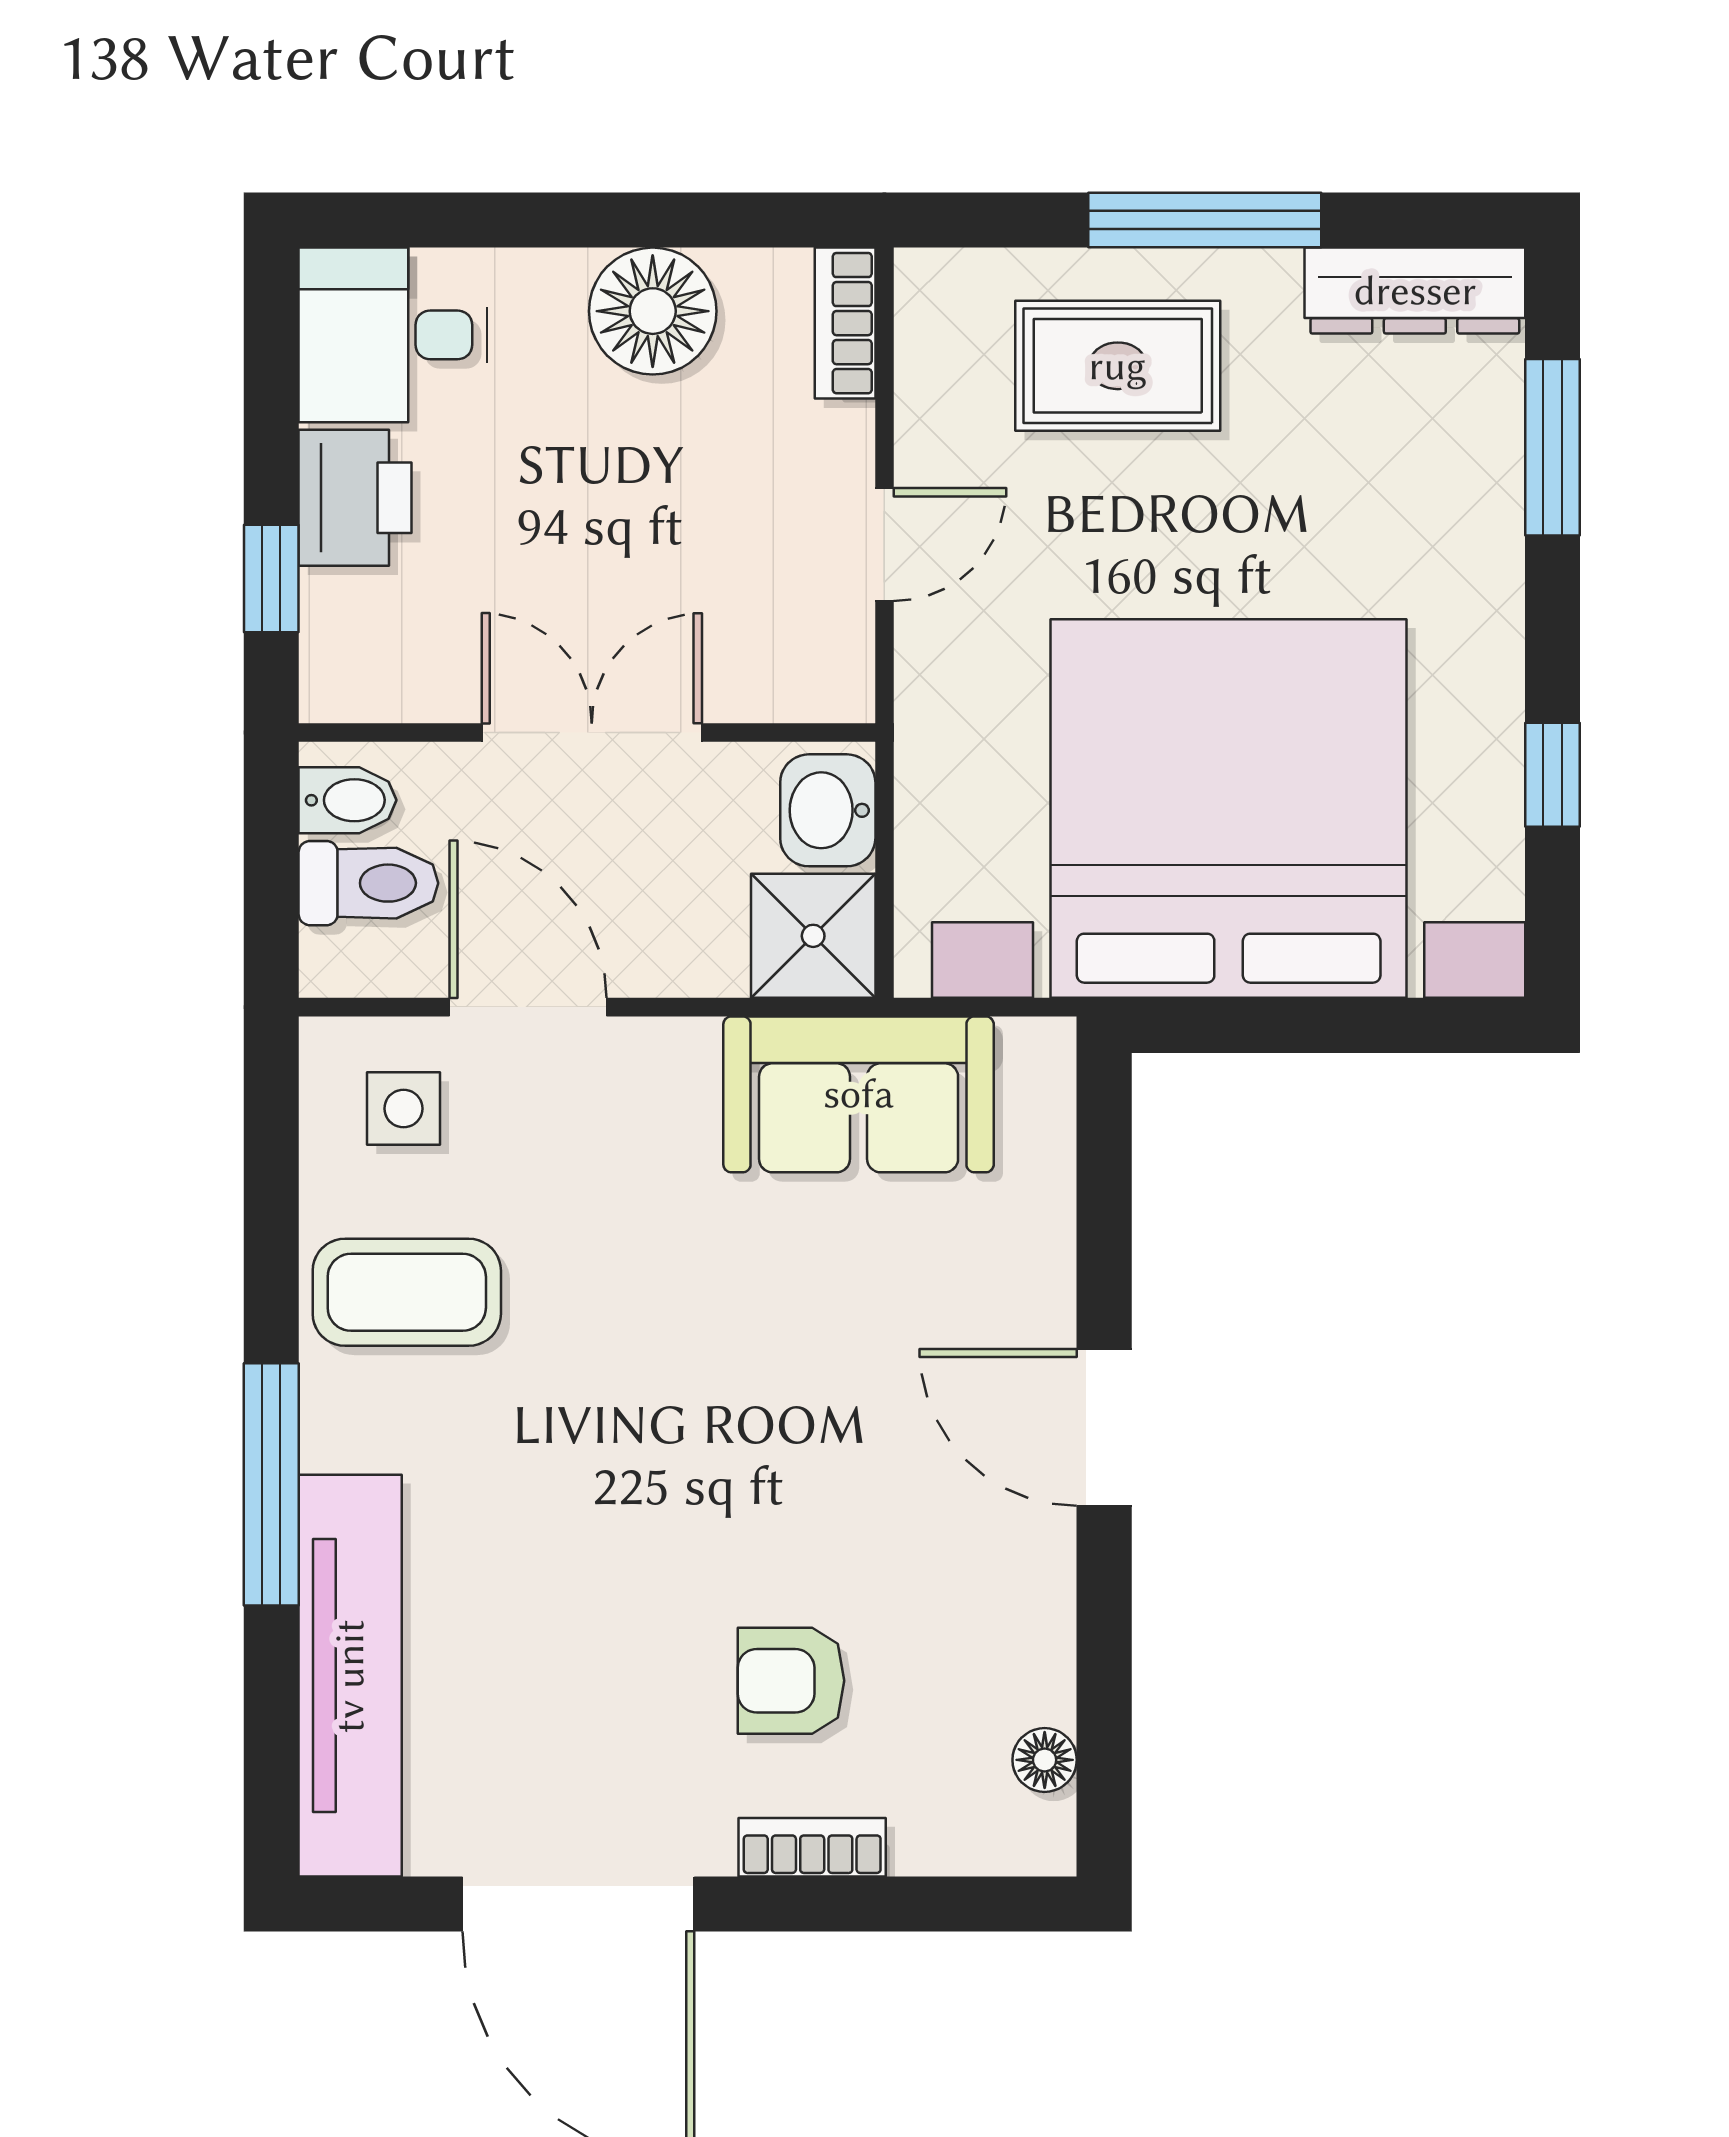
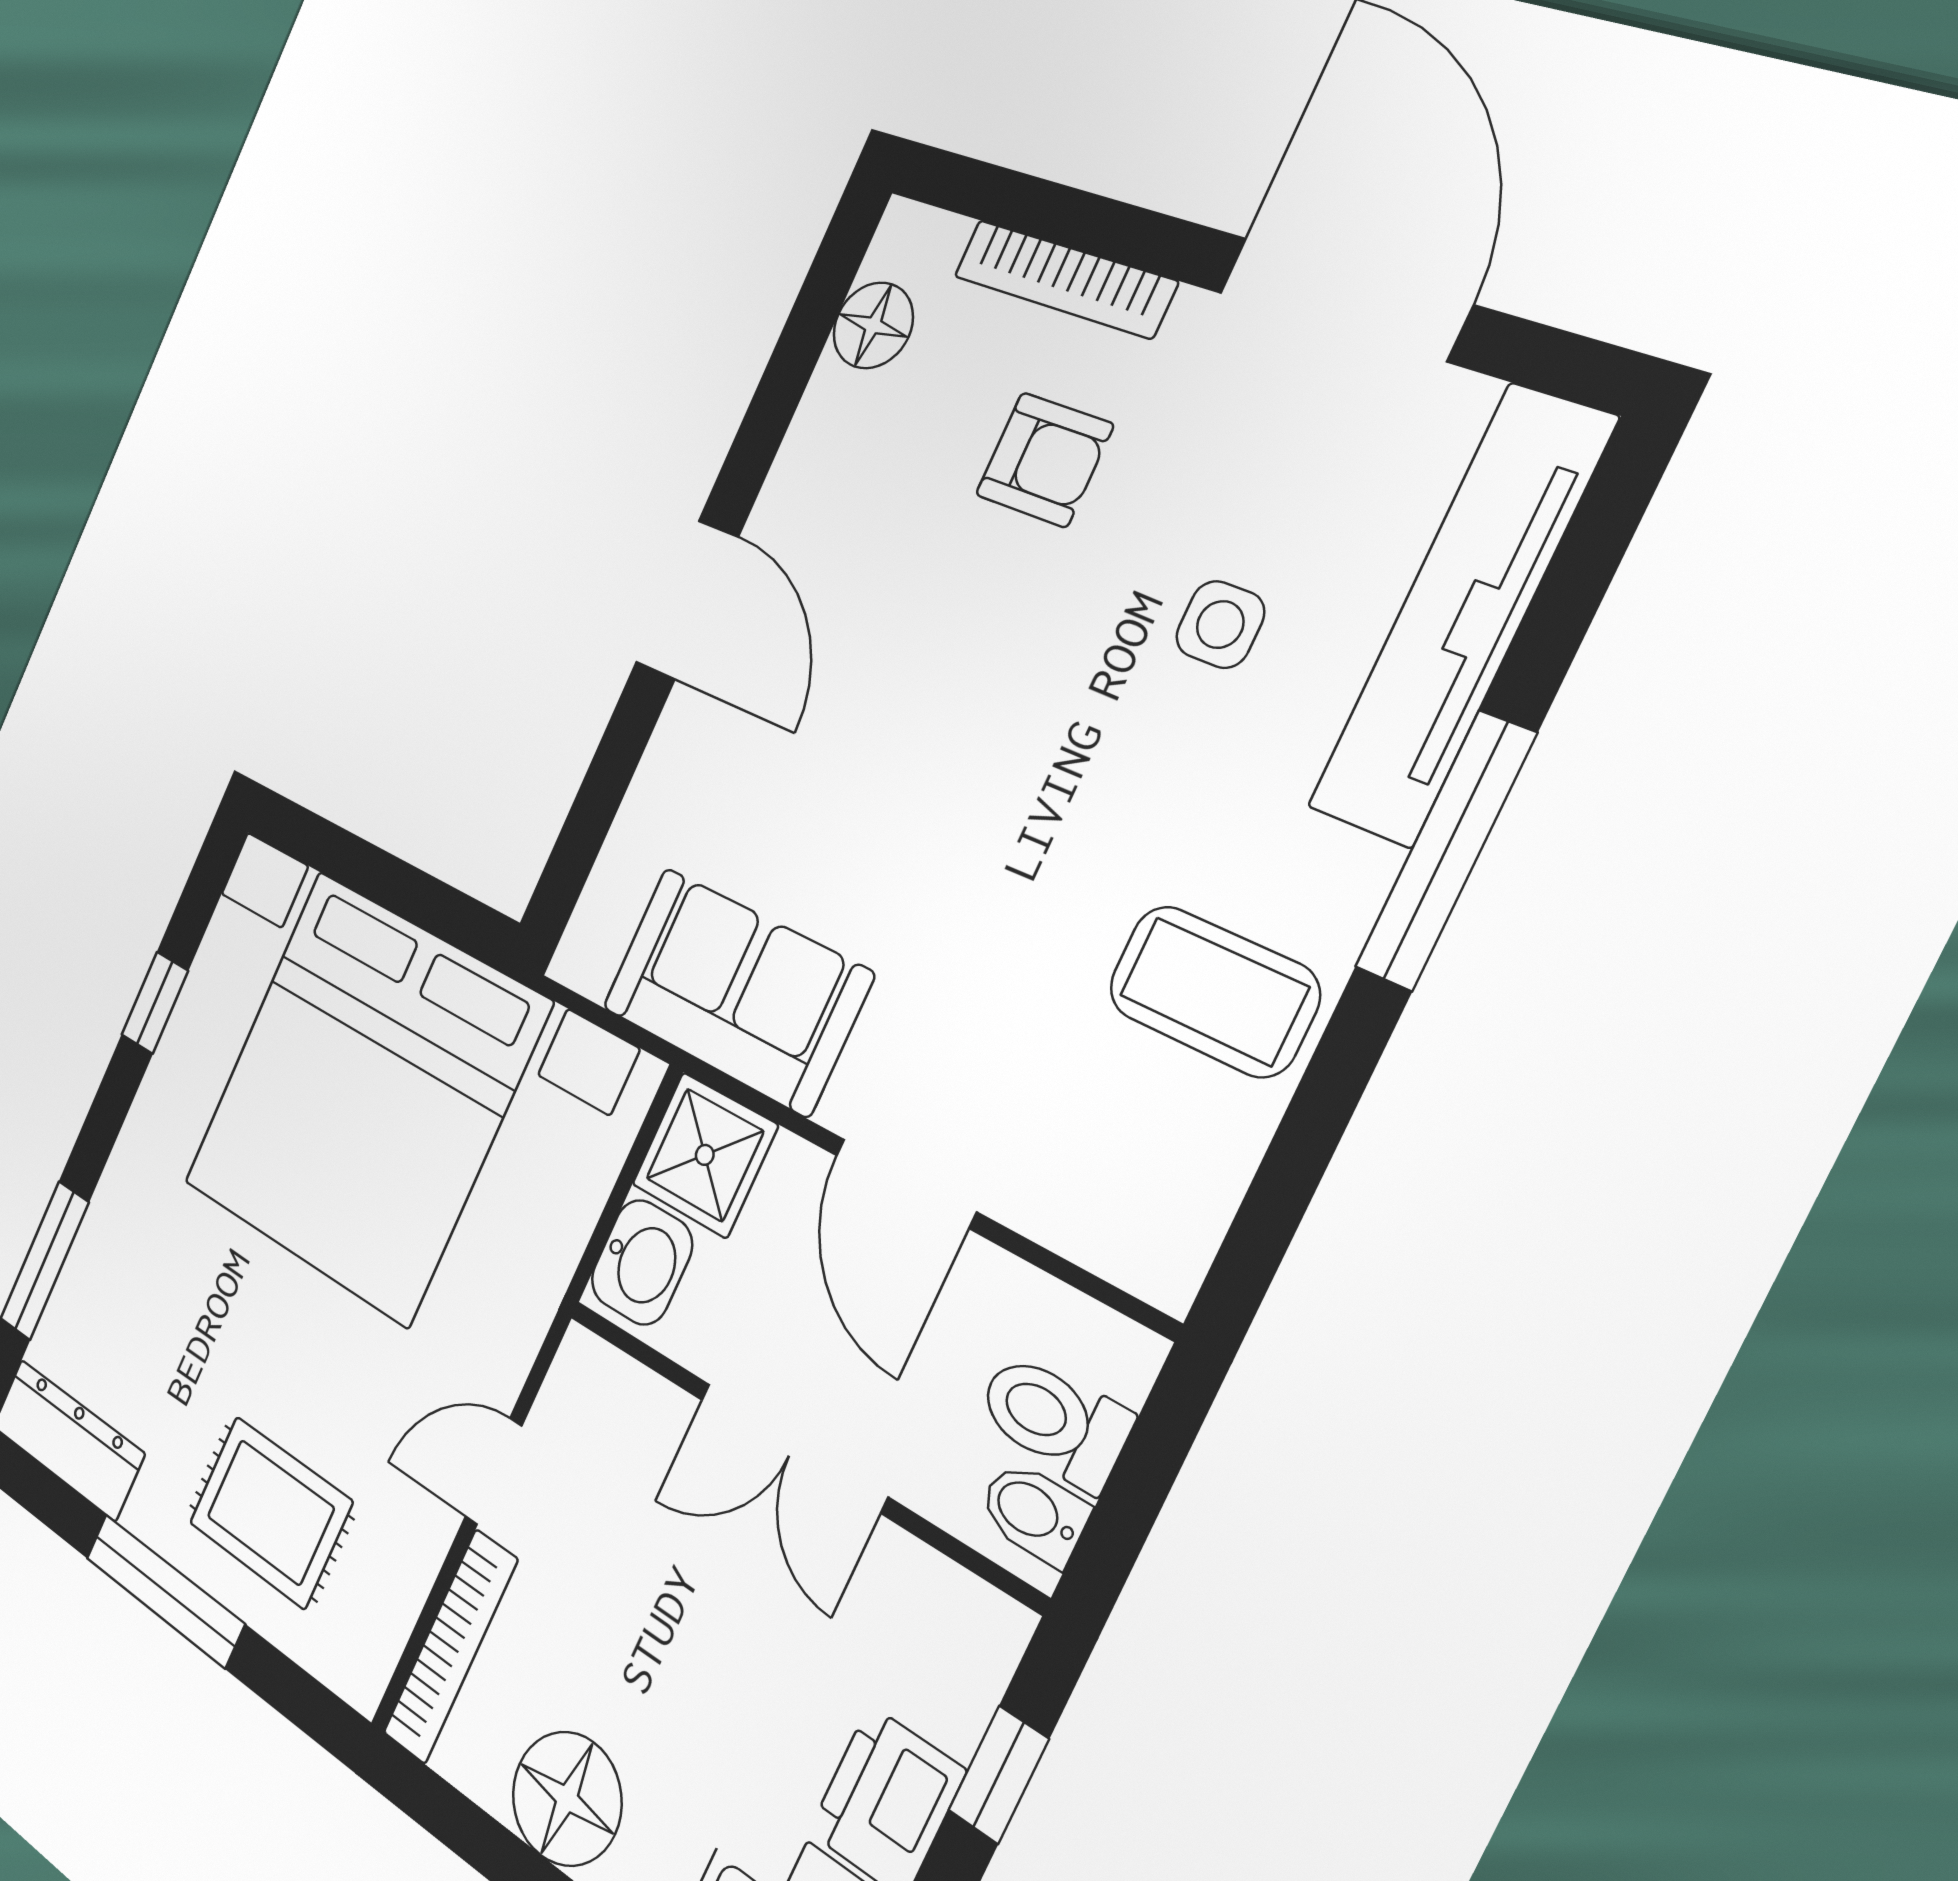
bookcase: (845, 323) -> (450, 1647), width x1.56
door: (528, 1007) -> (905, 1183), moved
side table: (403, 1109) -> (1220, 625), moved
floor lamp: (1045, 1760) -> (873, 325), width x1.37, depth x1.37
bookcase: (812, 1847) -> (1064, 279), width x1.56

